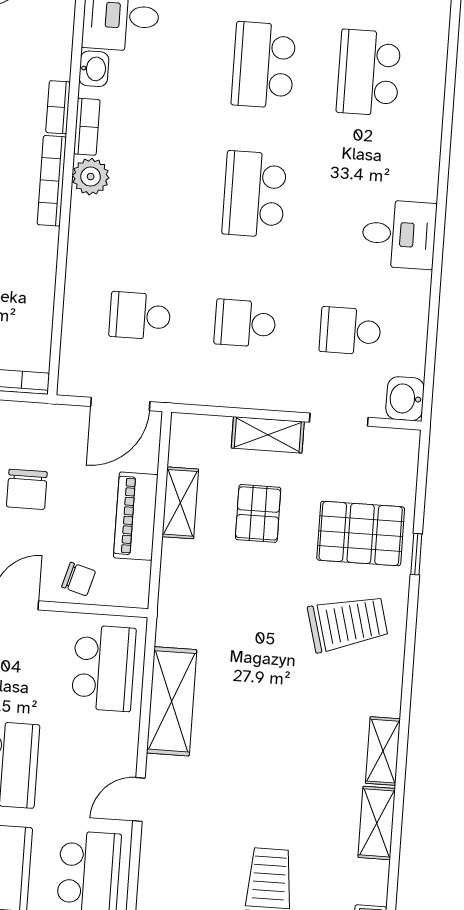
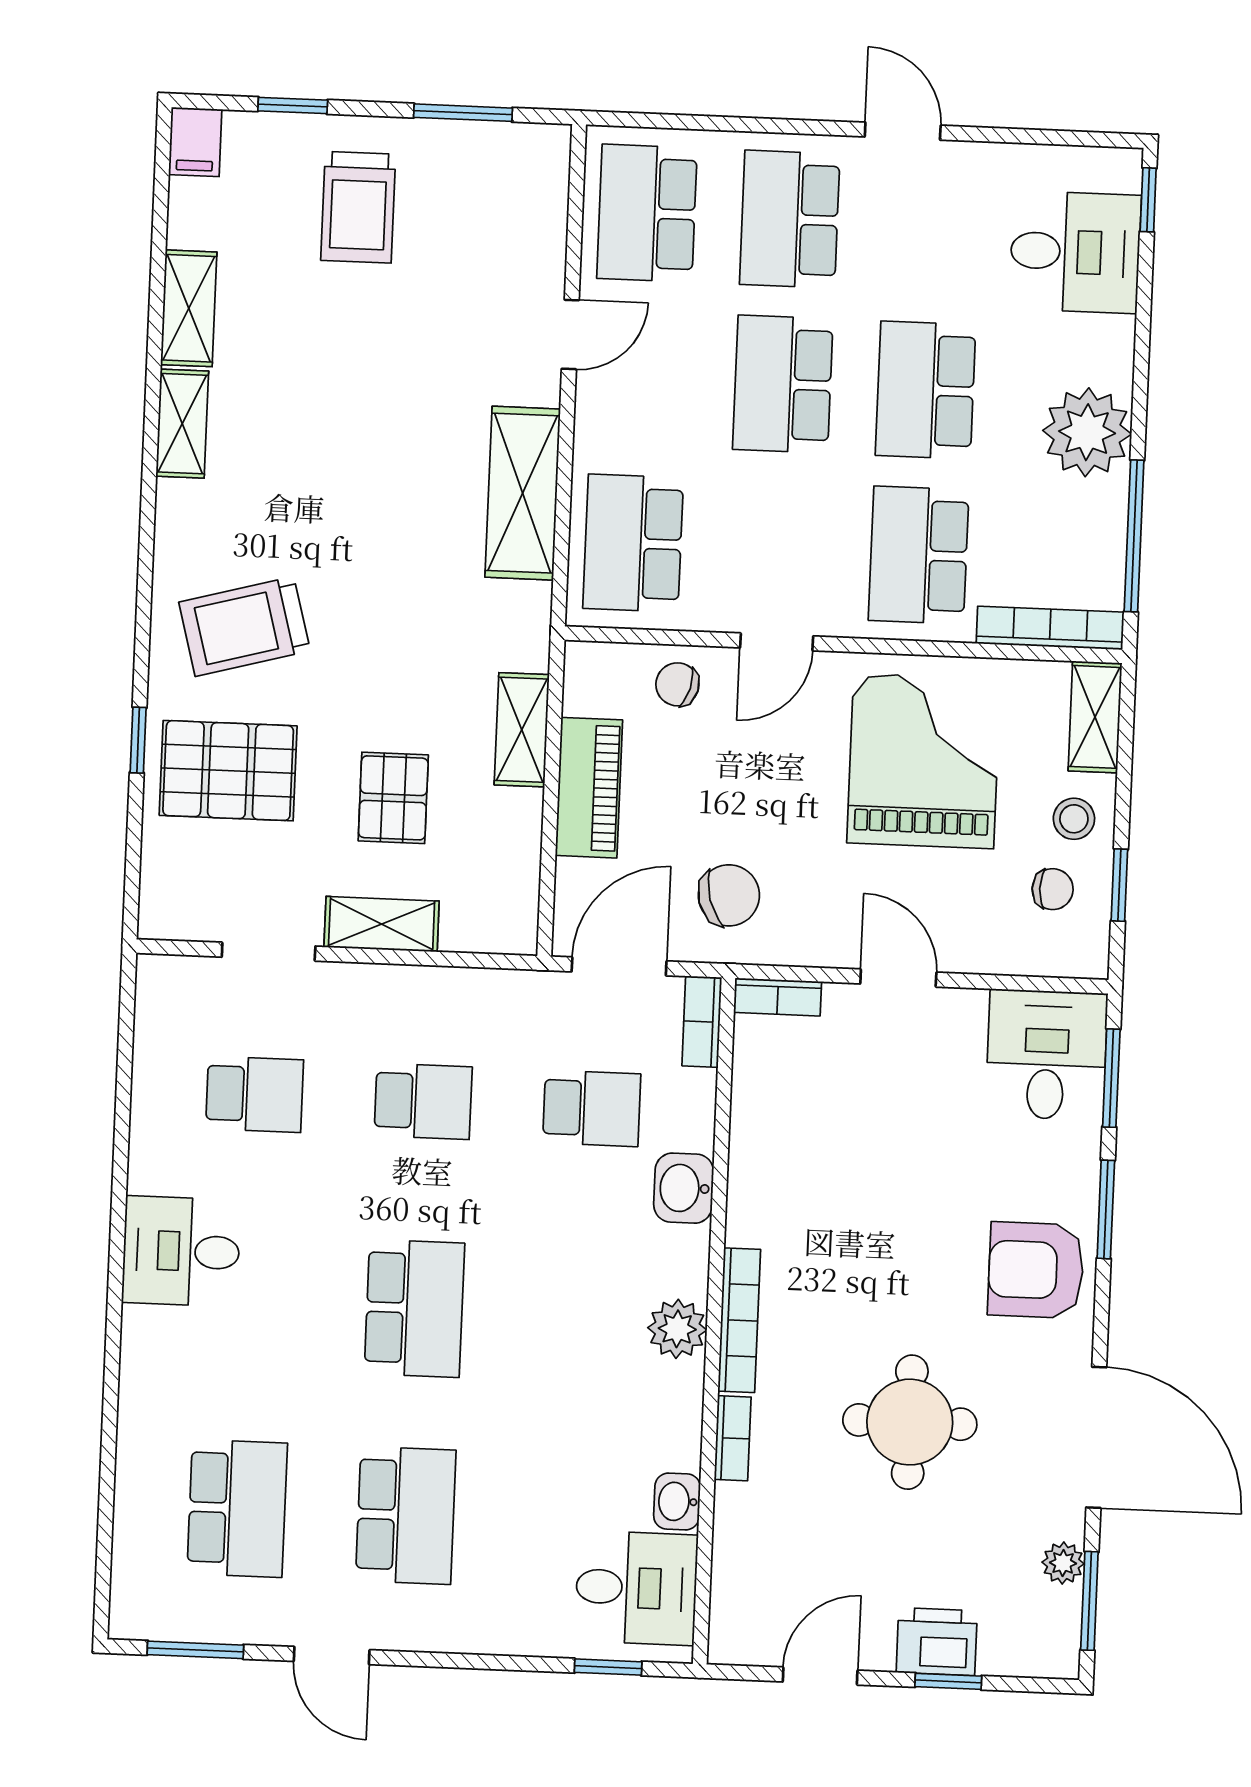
bookcase: (87, 127) -> (702, 1022), moved
washbasin: (405, 399) -> (684, 1188), moved, turned 180
chair: (27, 489) -> (729, 895), moved, turned 74
shelving: (180, 503) -> (522, 730), moved

